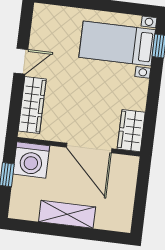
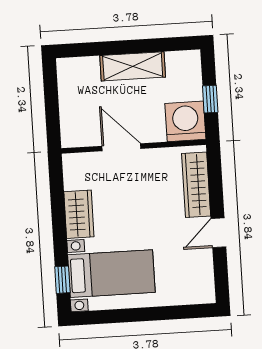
wardrobe: (131, 131) -> (79, 214), moved
door: (89, 148) -> (121, 147), width x0.73

